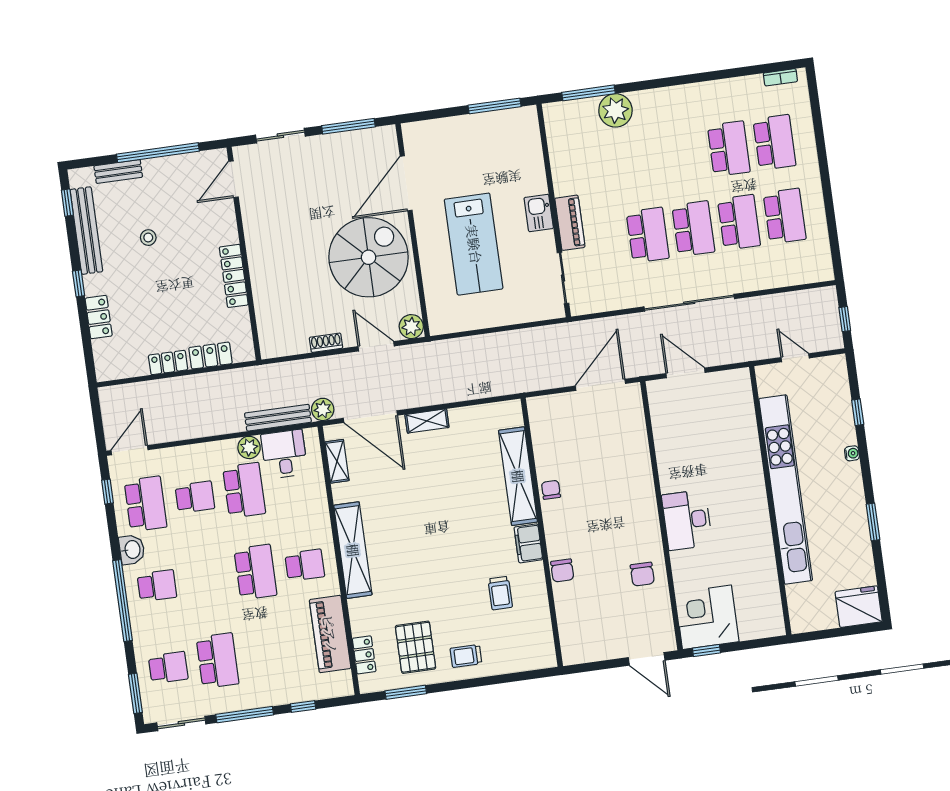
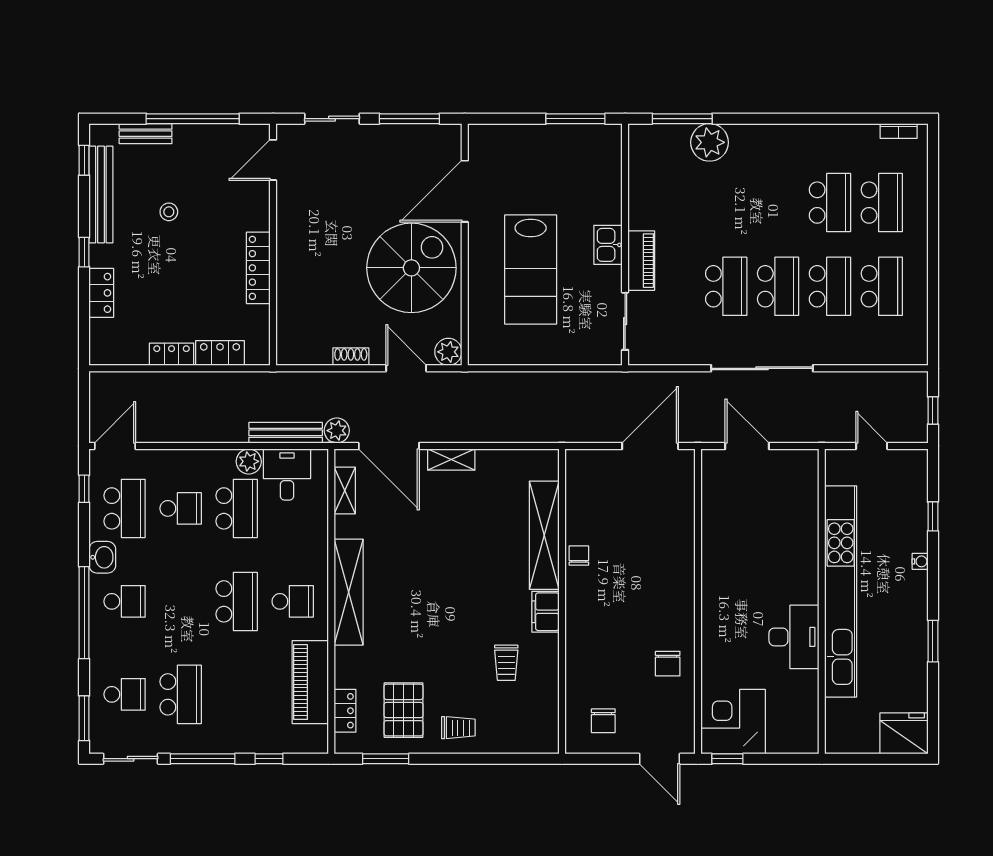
desk: (687, 520) -> (794, 637), moved, turned 180
chair: (562, 571) -> (603, 721), moved
trolley: (466, 656) -> (458, 728), turned 180

